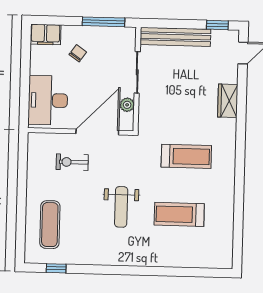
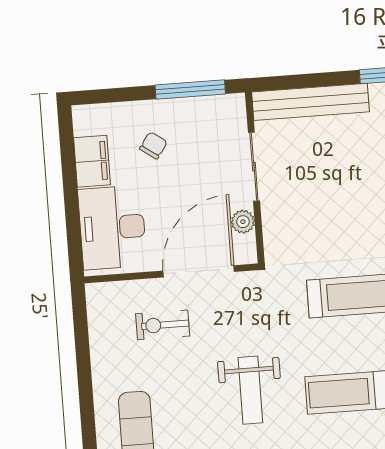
filing cabinet: (46, 35) -> (92, 161), moved, turned -90

